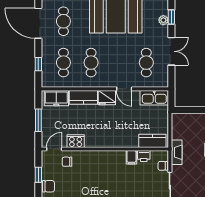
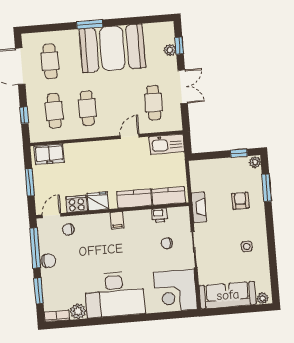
door: (124, 89) -> (130, 136), swing flipped
kitchen counter: (83, 97) -> (134, 198), moved, turned 180
fridge: (107, 98) -> (98, 201), moved, turned 180
filing cabinet: (131, 157) -> (117, 220), moved
chair: (163, 166) -> (167, 243), moved
window: (38, 175) -> (35, 248), width x2.17

